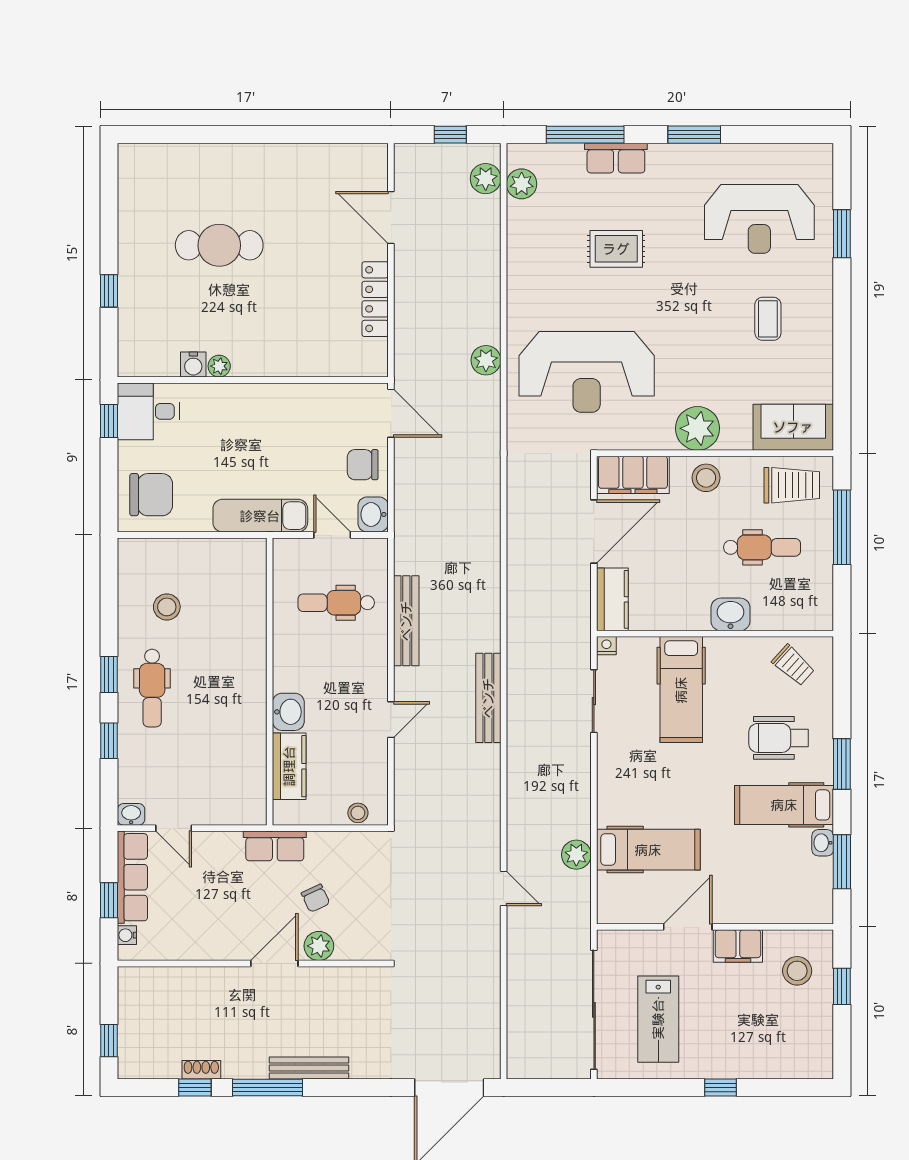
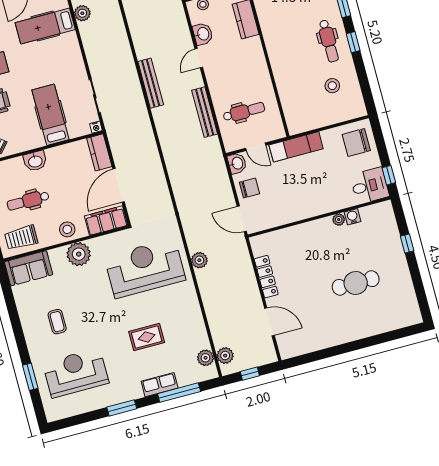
dental chair: (152, 688) -> (329, 41), turned 180
washbasin: (288, 712) -> (203, 34), moved, turned 180

